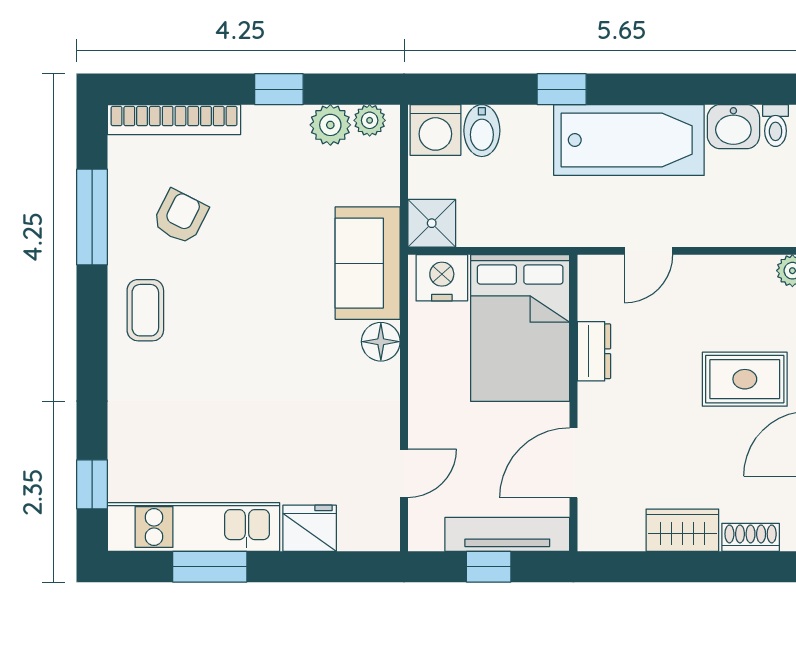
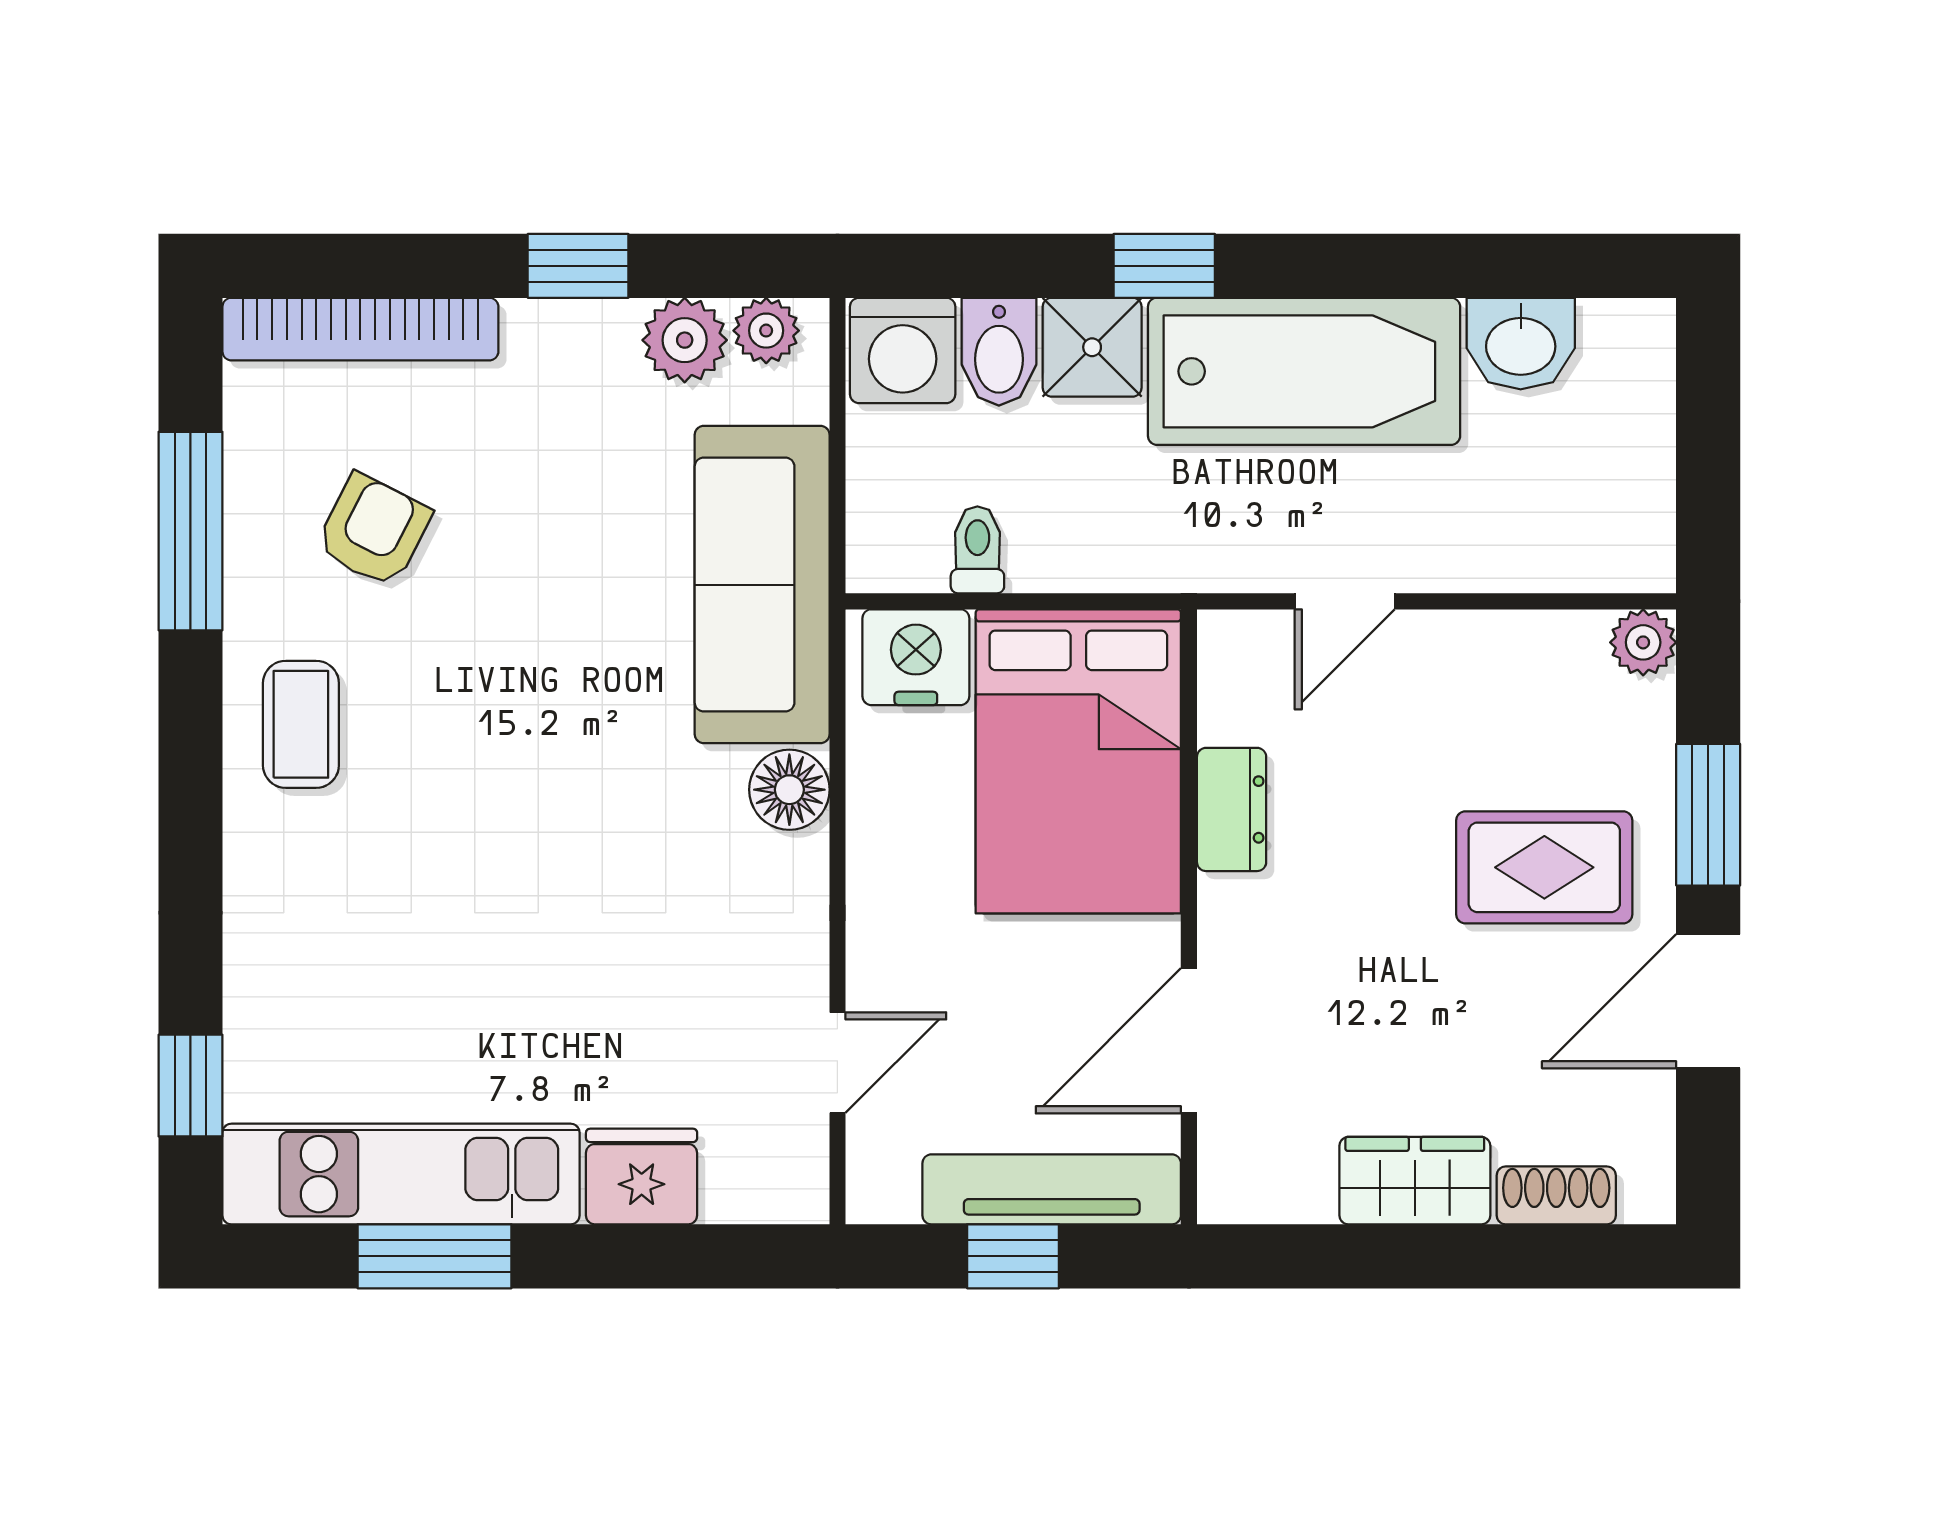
toilet: (776, 125) -> (977, 550), moved, turned 180
shower: (432, 223) -> (1092, 347), moved
sofa: (368, 263) -> (762, 585), width x1.36

